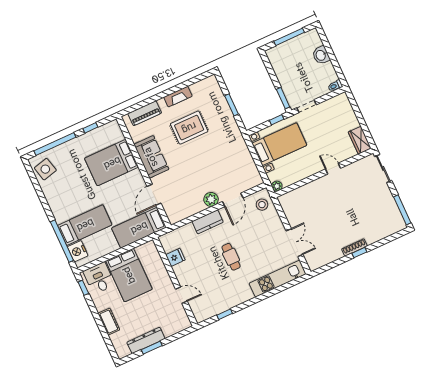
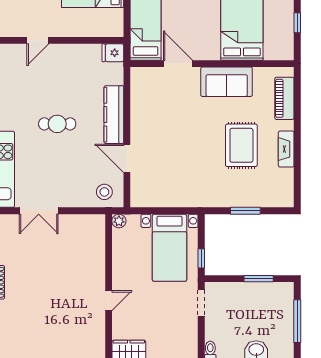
window: (283, 98) -> (259, 279), moved
plant: (211, 199) -> (140, 132), removed
kitchen counter: (208, 222) -> (114, 115), width x1.50
fridge: (175, 257) -> (113, 53), moved, turned 90

